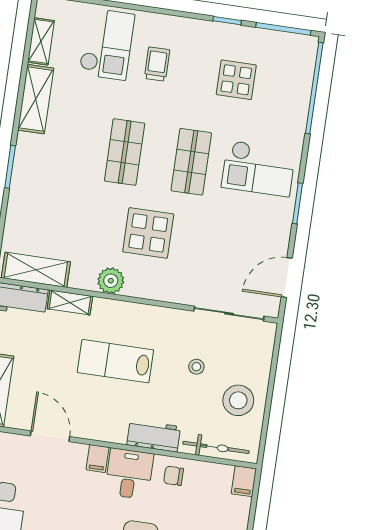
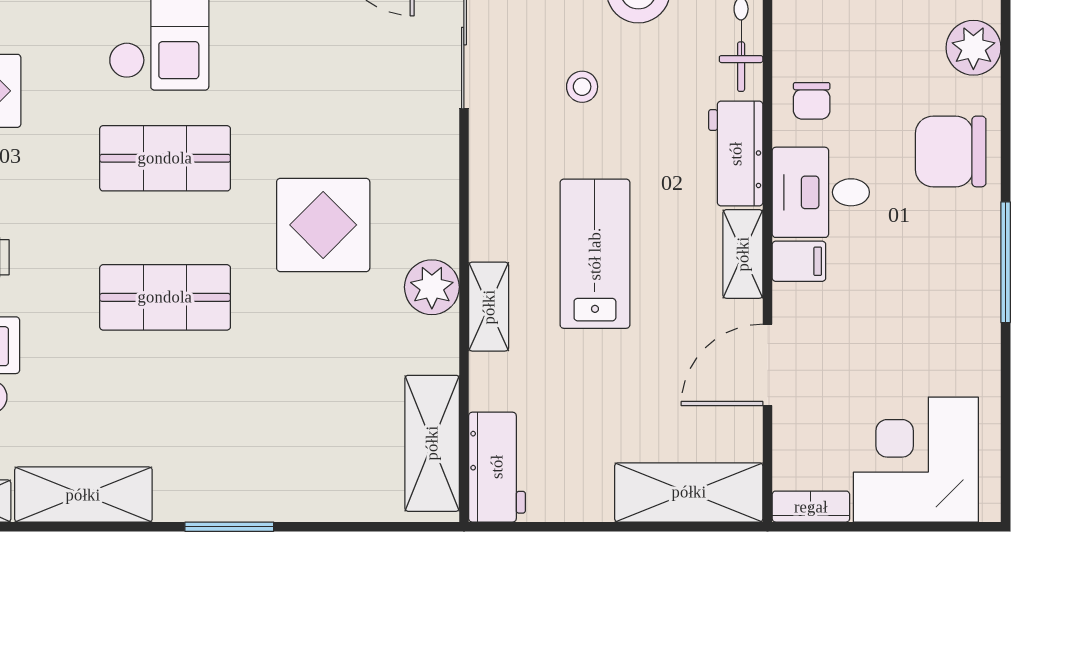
shelving: (70, 302) -> (489, 307), moved
lab bench: (115, 361) -> (595, 254), turned 180
shelving: (105, 432) -> (743, 254), added

